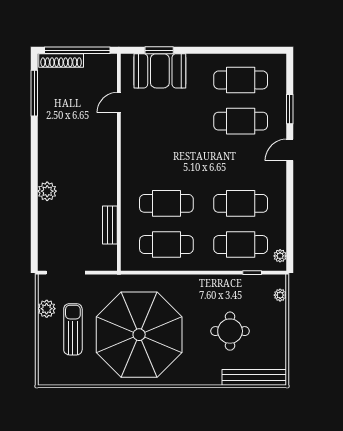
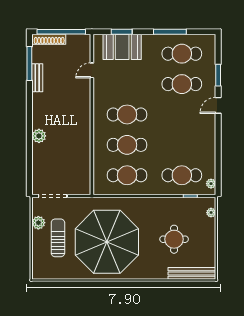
window: (224, 50) -> (170, 32), added
cafe table: (241, 203) -> (127, 114), moved
bench: (110, 225) -> (37, 78), moved

